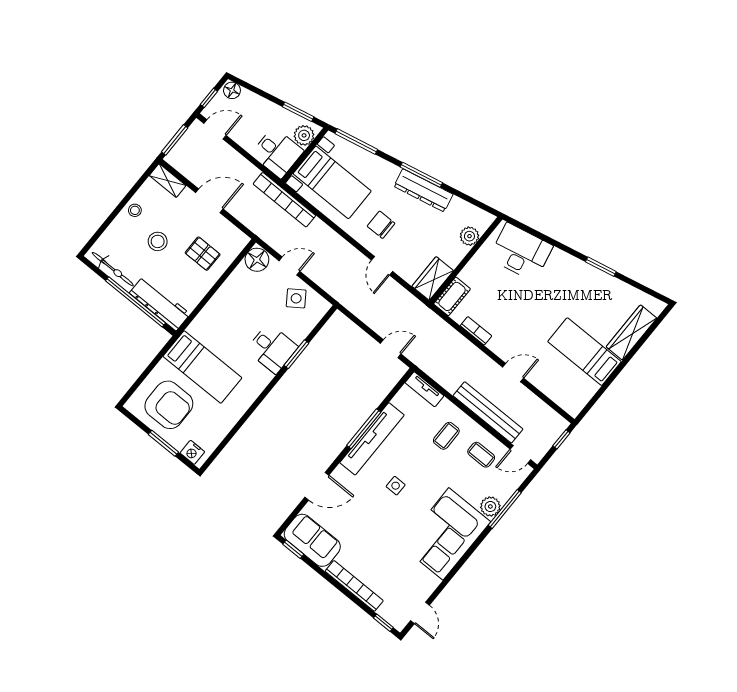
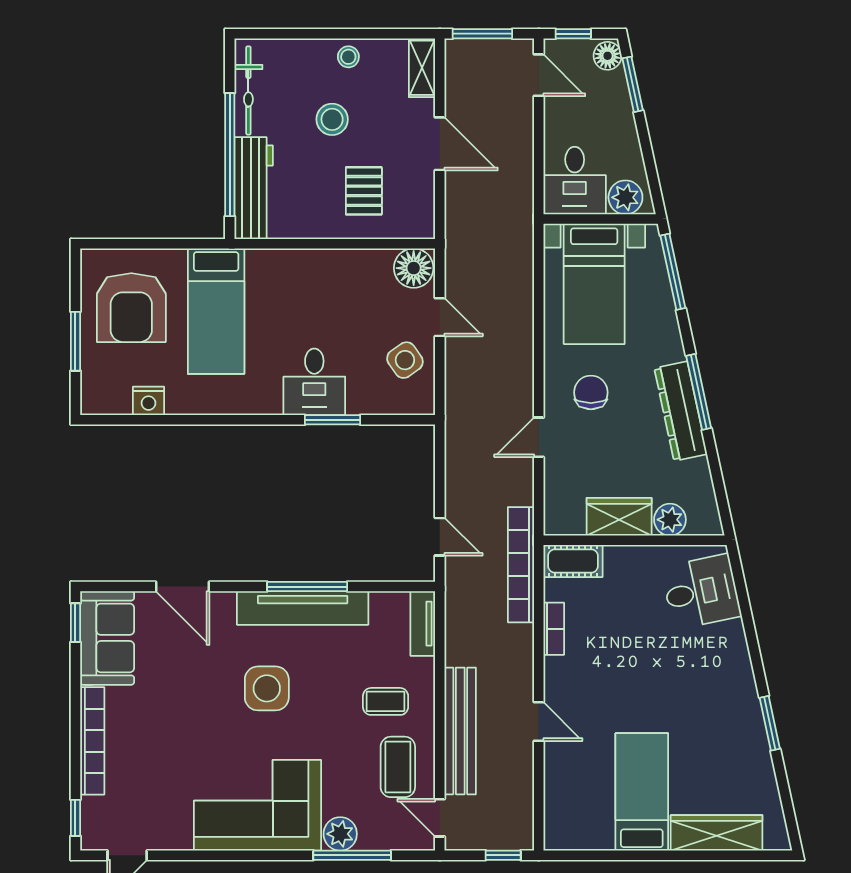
window: (298, 112) -> (633, 84), moved
bookcase: (284, 200) -> (521, 565), moved
desk: (521, 252) -> (701, 592), width x0.73
wardrobe: (433, 278) -> (619, 517), moved
nightstand: (192, 452) -> (148, 401), moved, turned -90
coffee table: (481, 455) -> (398, 767), width x1.36, depth x1.30
side table: (396, 486) -> (267, 688), width x1.87, depth x1.87

